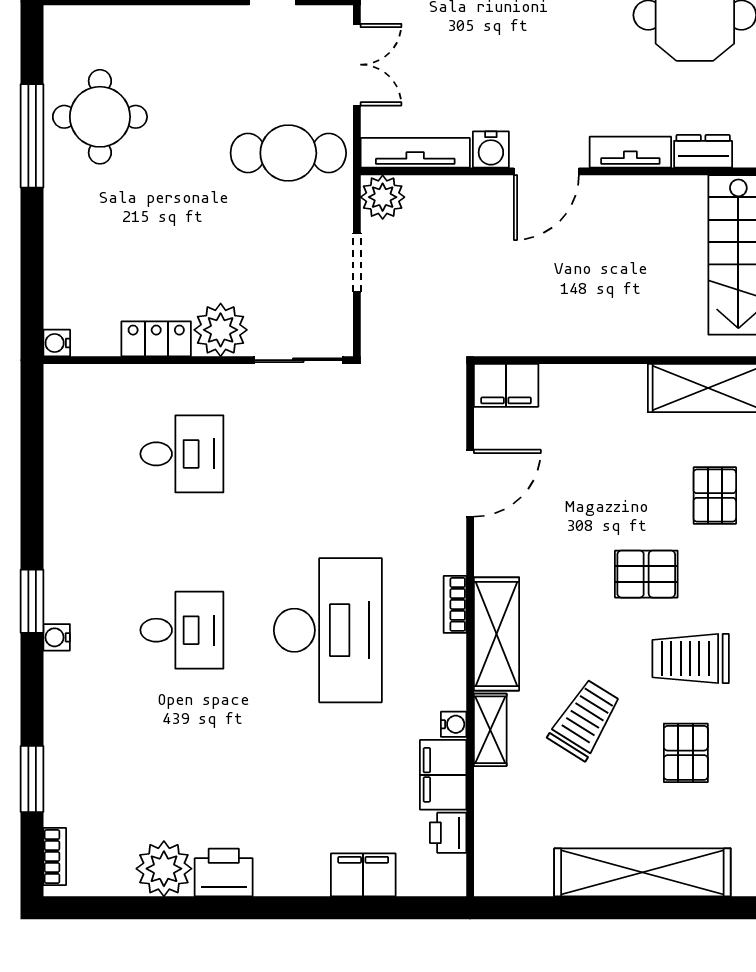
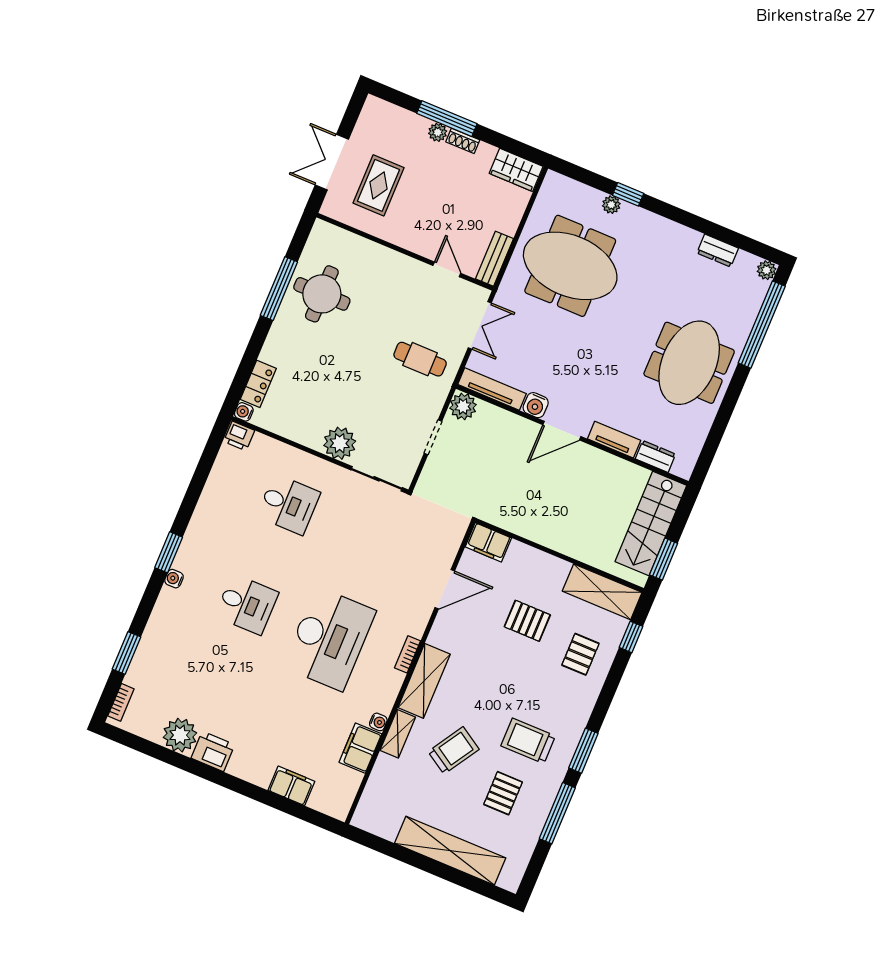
cafe table: (288, 153) -> (420, 359), width x0.73, depth x0.74
locker: (156, 339) -> (258, 384), moved, turned 90
pallet: (646, 574) -> (527, 621), moved
printer: (448, 833) -> (239, 436), moved, turned -90

